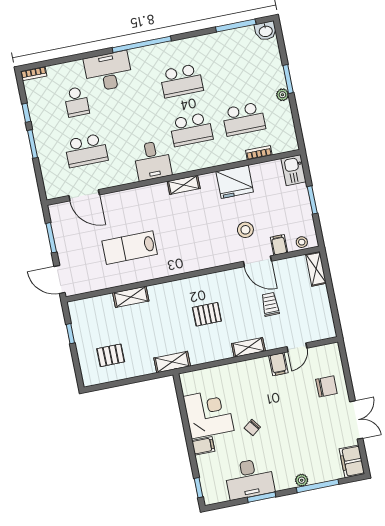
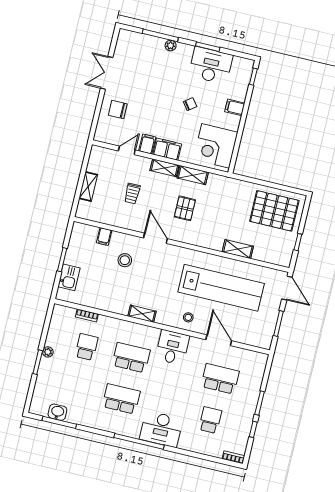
washbasin: (266, 31) -> (57, 412), moved
desk: (108, 71) -> (161, 429), moved
school desk: (244, 119) -> (87, 347), width x0.54
kitchen sink: (293, 170) -> (69, 277), moved
fridge: (235, 182) -> (116, 301), removed
shelving: (184, 185) -> (142, 314), moved
door: (84, 195) -> (219, 340), moved
stool: (302, 242) -> (188, 317), moved
lab bench: (130, 248) -> (221, 288), width x1.86, depth x1.39
door: (257, 261) -> (155, 238), moved
shelving: (316, 269) -> (88, 186), moved
pallet: (207, 314) -> (185, 208), turned 90
pallet: (111, 355) -> (274, 211), width x2.05, depth x2.00
shelving: (172, 362) -> (193, 175), moved
corner desk: (208, 413) -> (216, 146), moved
filing cabinet: (352, 461) -> (167, 149), moved, turned -90

